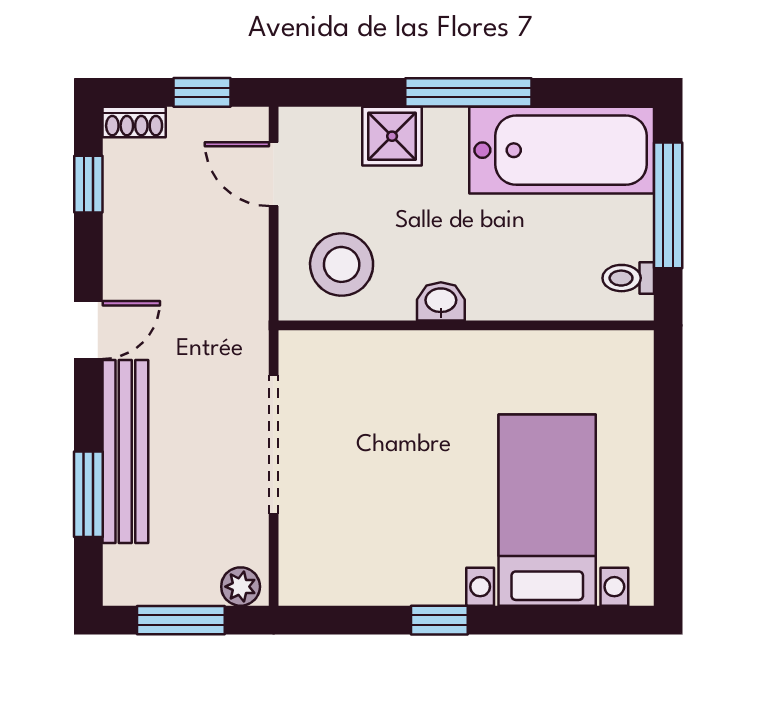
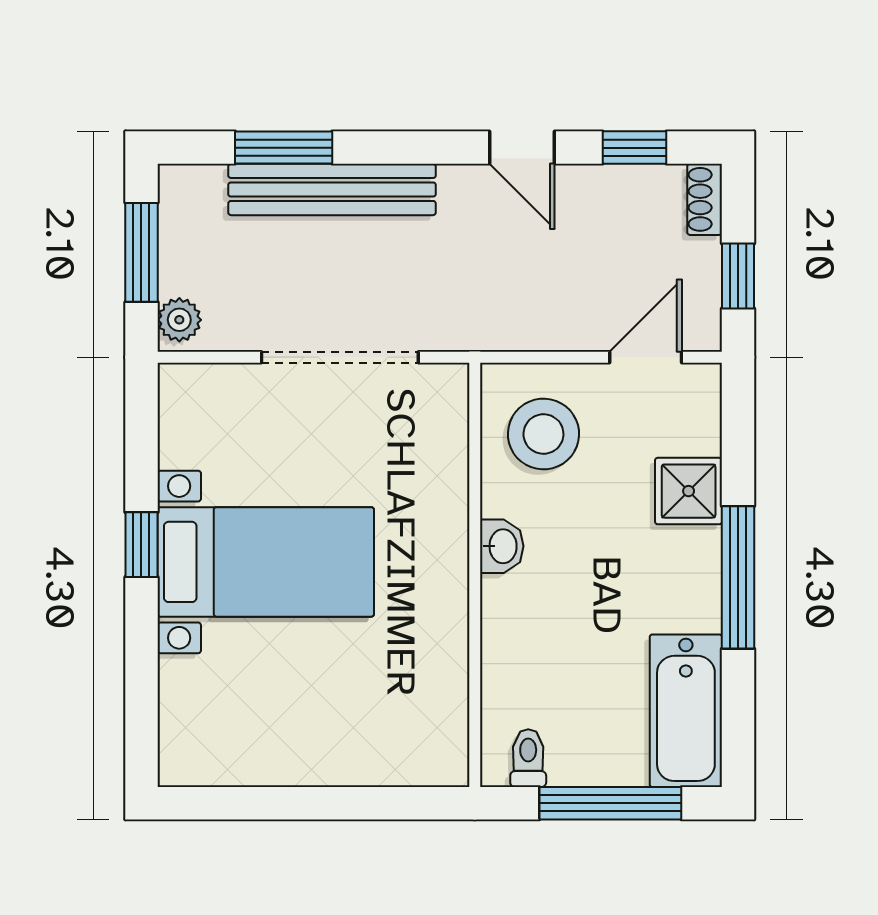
bathtub: (562, 150) -> (686, 711), width x0.73, depth x0.73
door: (88, 330) -> (522, 148), moved
bed with nightstands: (547, 510) -> (266, 562), moved

